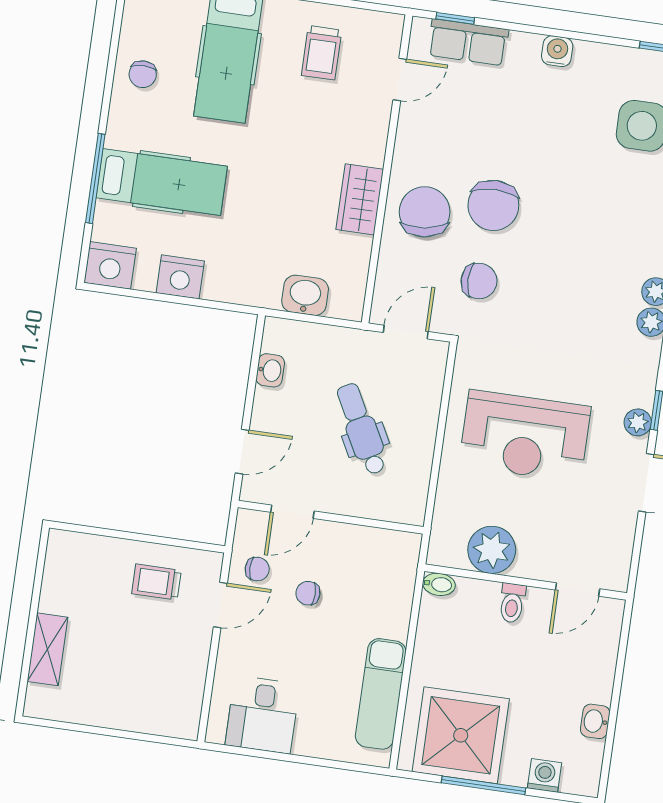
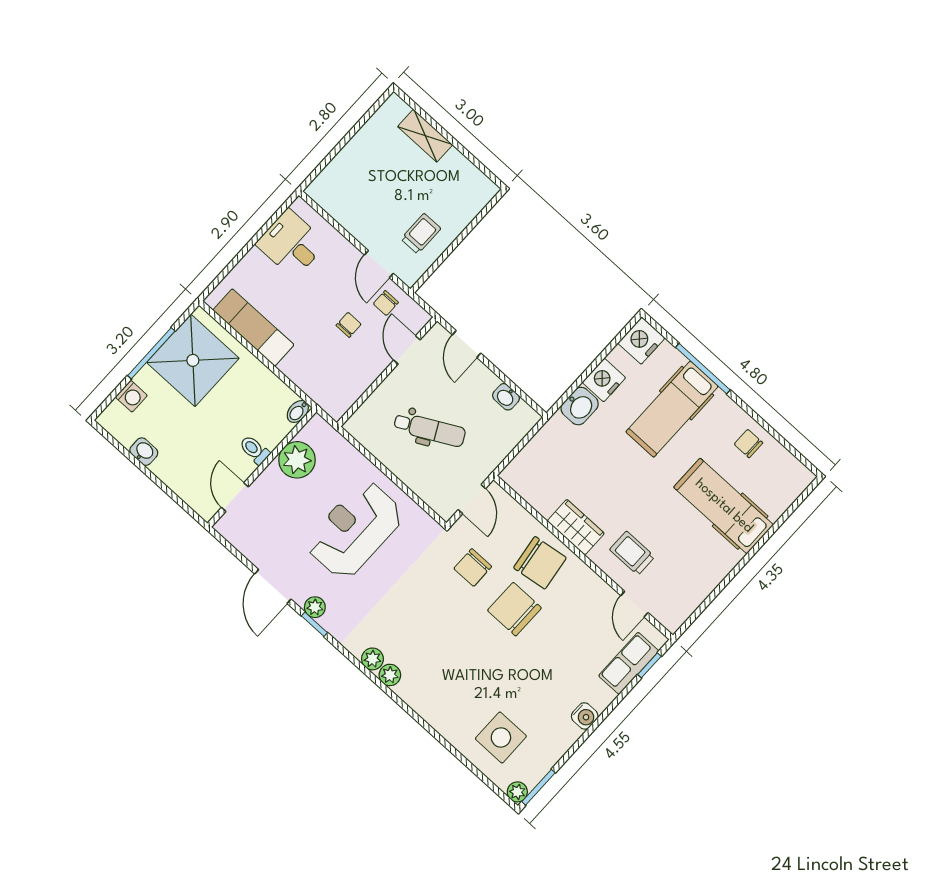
trolley: (322, 53) -> (632, 553), moved
washbasin: (305, 295) -> (580, 406), moved

